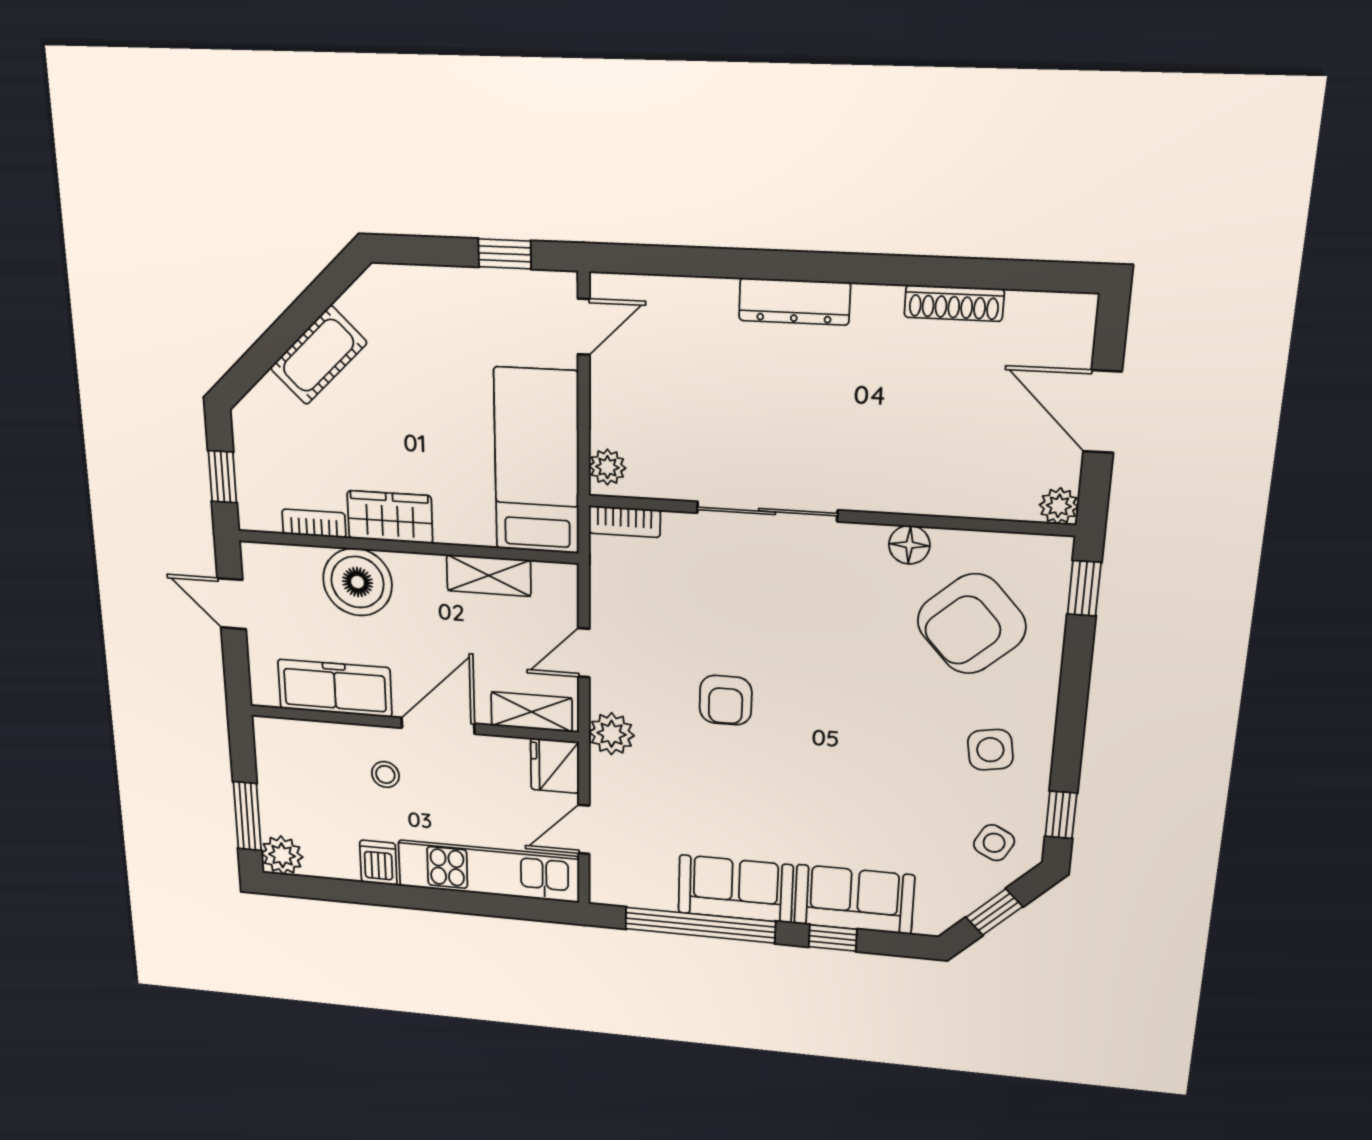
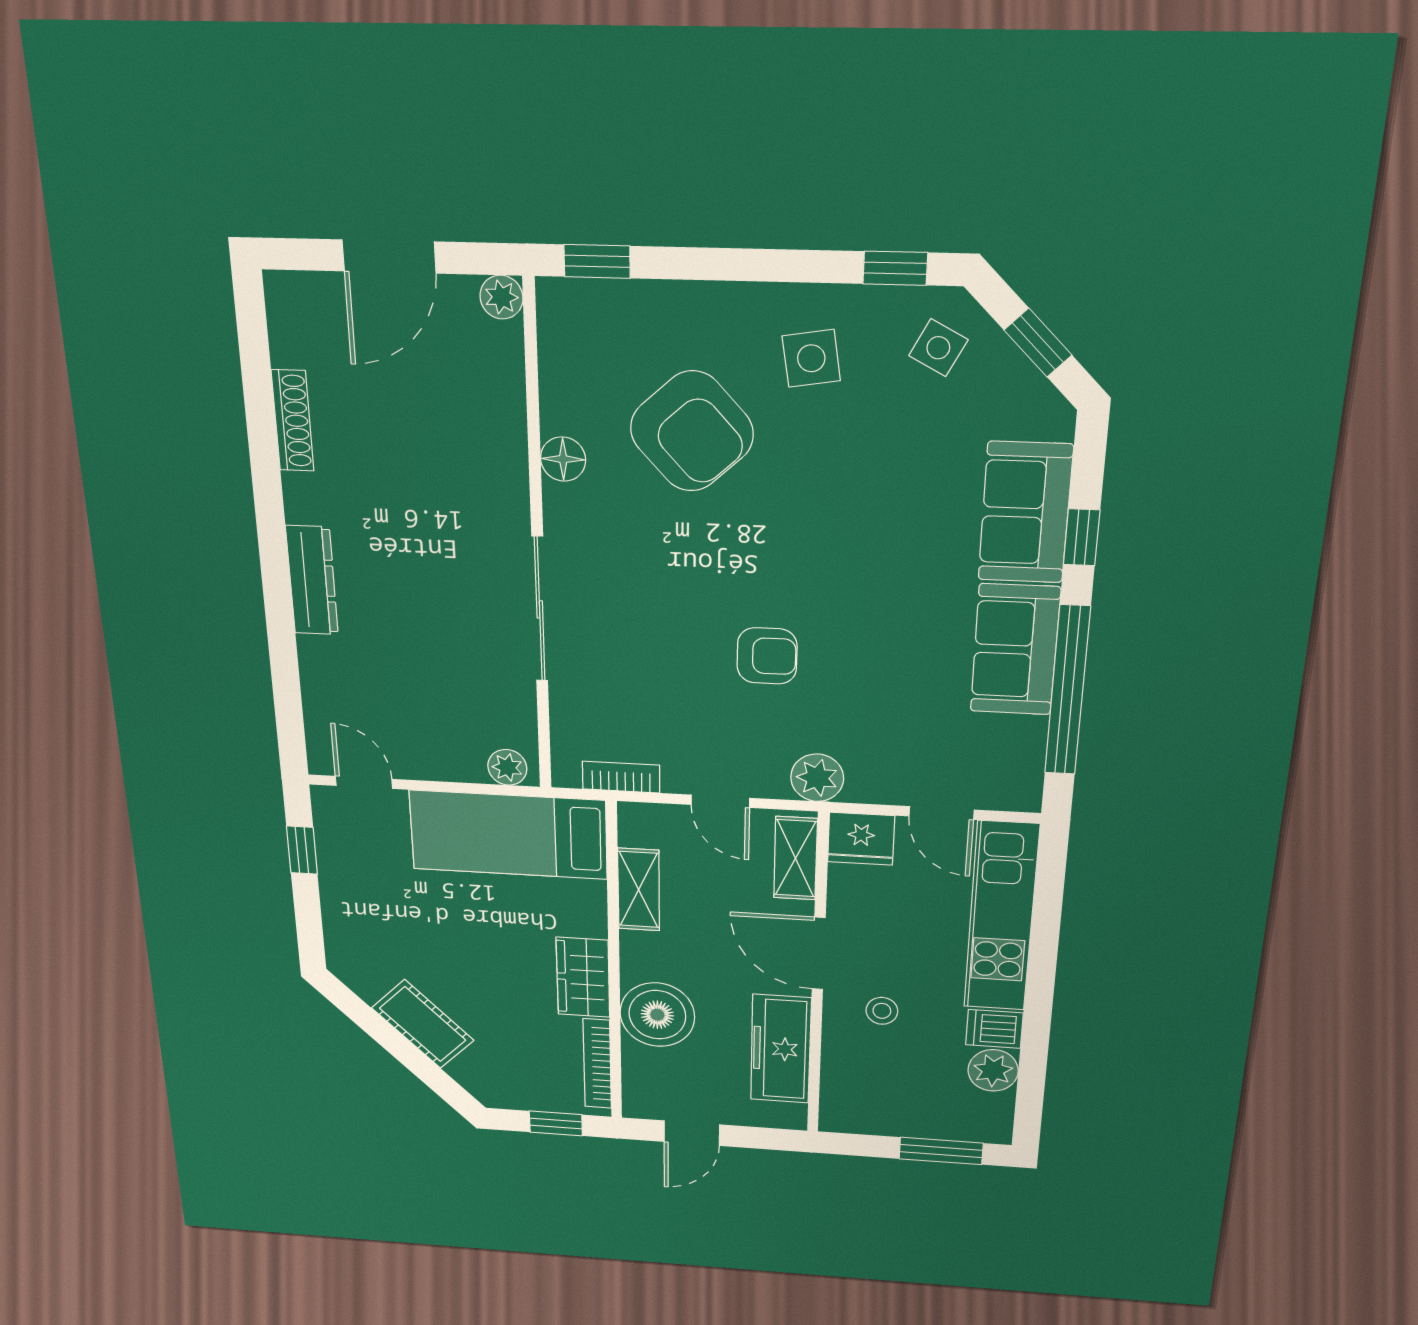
bookcase: (625, 522) -> (621, 777), moved, turned -90
bookcase: (314, 523) -> (597, 1064), width x1.56
armchair: (972, 624) -> (692, 431), moved
plant: (282, 855) -> (993, 1070), moved

